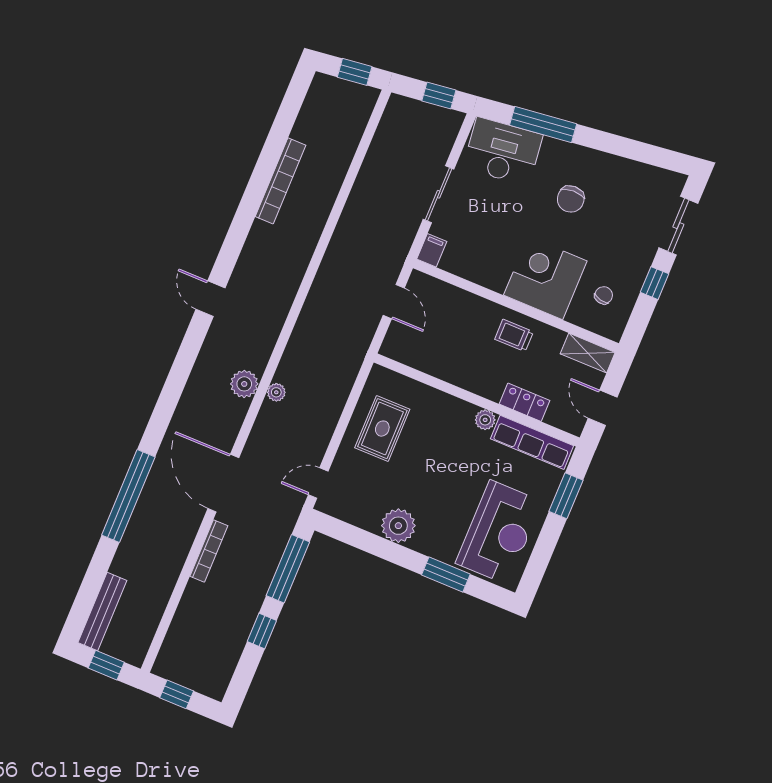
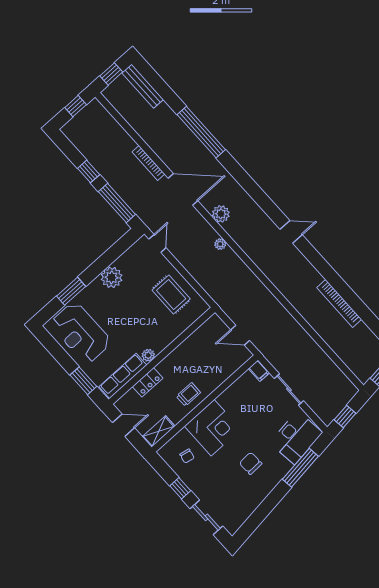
plant: (244, 384) -> (221, 214), moved

